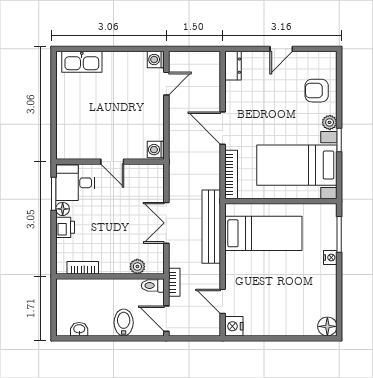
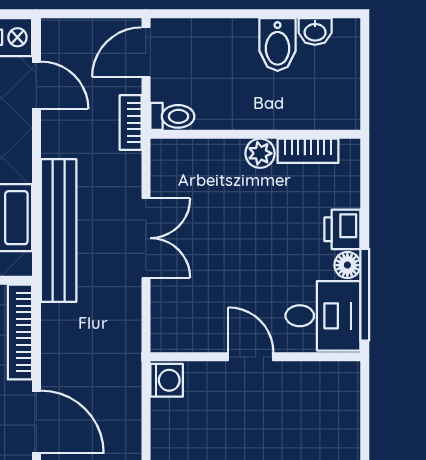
window: (54, 194) -> (365, 295), width x1.44
plant: (137, 267) -> (260, 153), moved
door: (166, 319) -> (146, 52), swing flipped
bidet: (124, 322) -> (278, 45), moved

